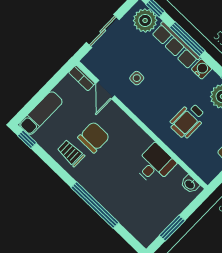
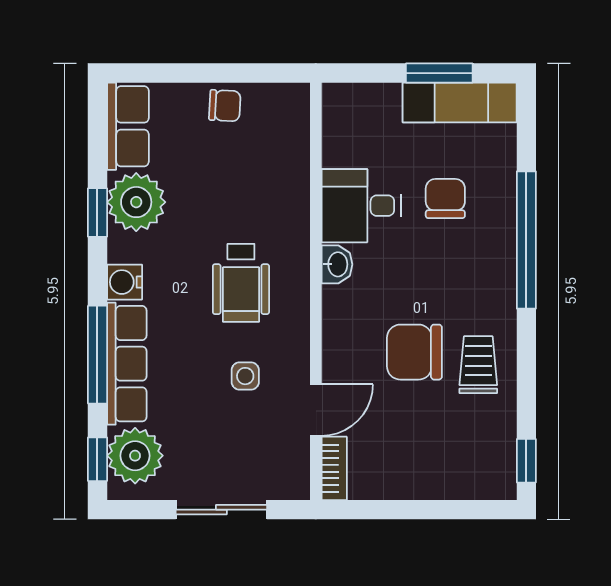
exam couch: (41, 113) -> (460, 103), moved, turned 180
wheelchair: (188, 120) -> (241, 283), moved, turned 90
trolley: (71, 153) -> (478, 365), turned 180
washbasin: (190, 184) -> (337, 264), moved
chair: (132, 192) -> (445, 198), added

